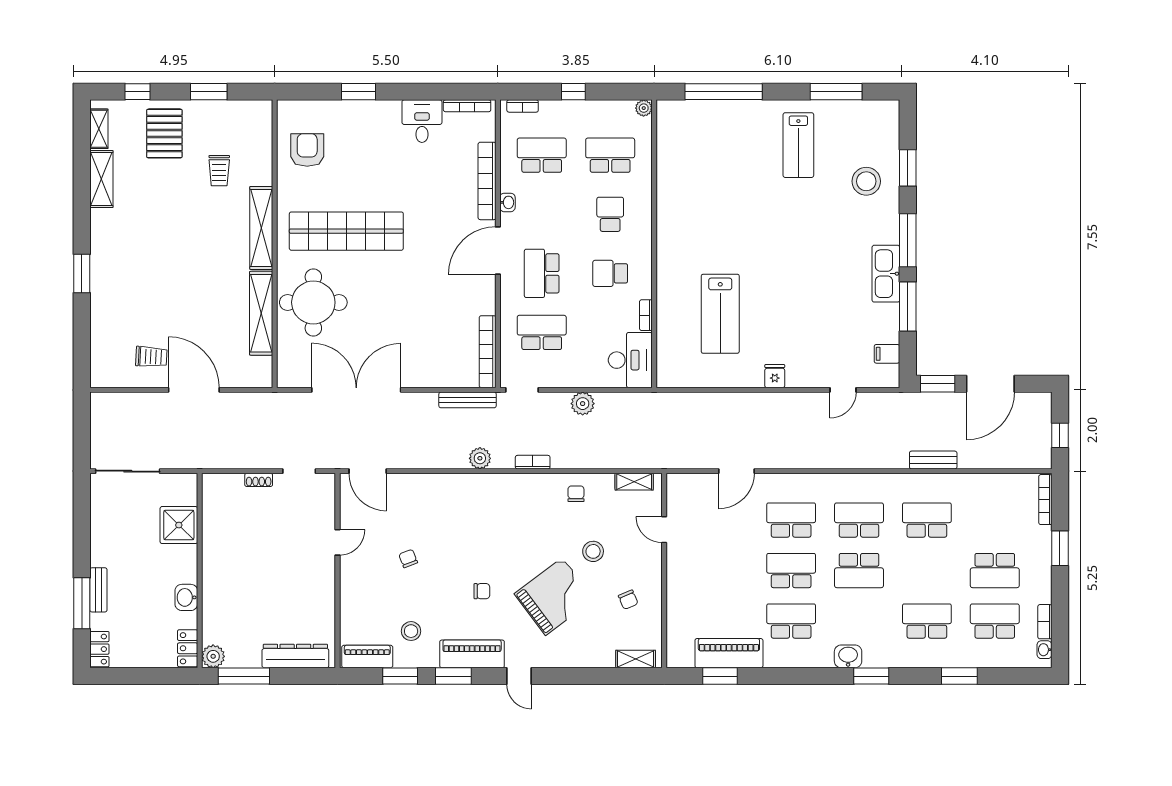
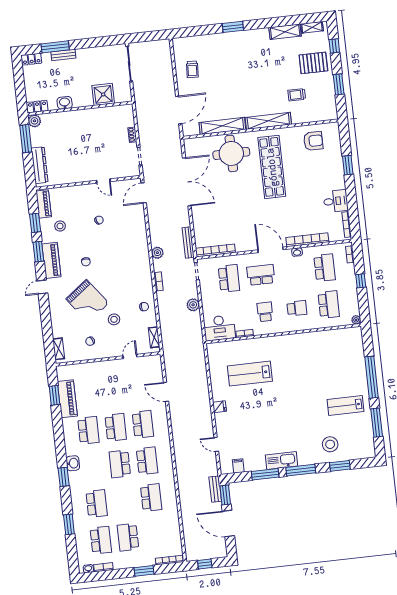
window: (724, 92) -> (372, 377), moved
door: (194, 390) -> (179, 110), moved
bench: (933, 460) -> (215, 489), moved

